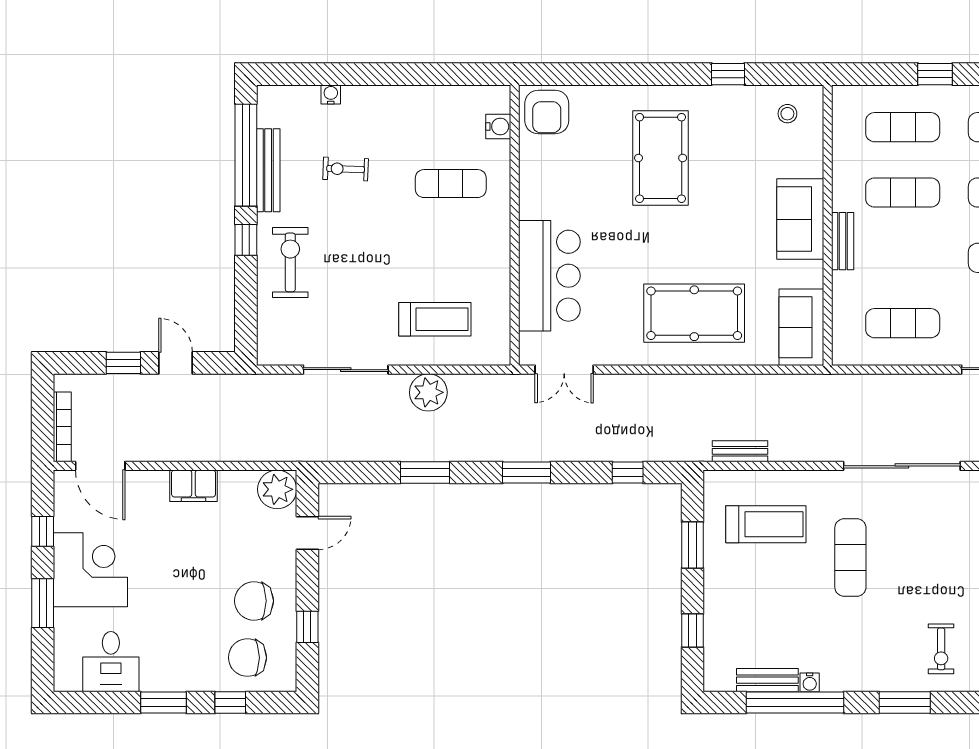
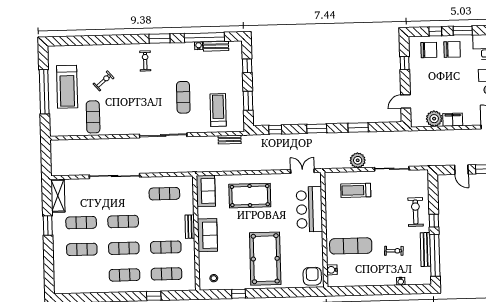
pool table: (661, 158) -> (265, 259), width x1.36, depth x1.32
exercise mat: (451, 184) -> (351, 246), width x1.36, depth x1.45
exercise bike: (290, 262) -> (416, 212), turned 180
plant: (277, 489) -> (434, 119), moved
treadmill: (766, 524) -> (218, 110), turned 90
chair: (254, 601) -> (452, 49), moved

